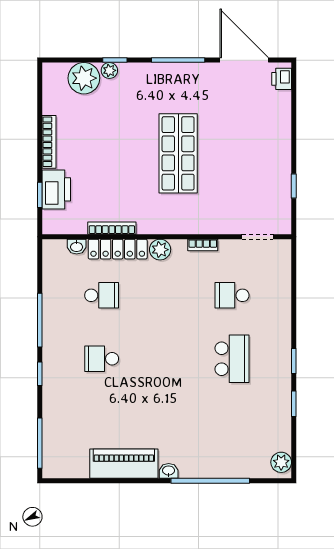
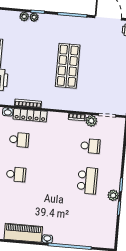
plant: (84, 78) -> (24, 16), width x0.53, depth x0.53
plant: (160, 250) -> (91, 121), moved
school desk: (232, 295) -> (90, 146), turned 180
school desk: (102, 359) -> (16, 174), turned 180
plant: (281, 462) -> (113, 195), moved

